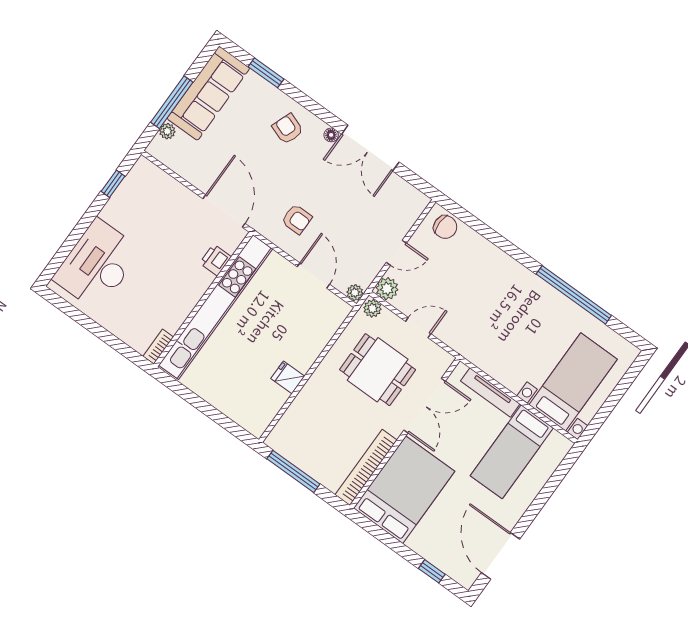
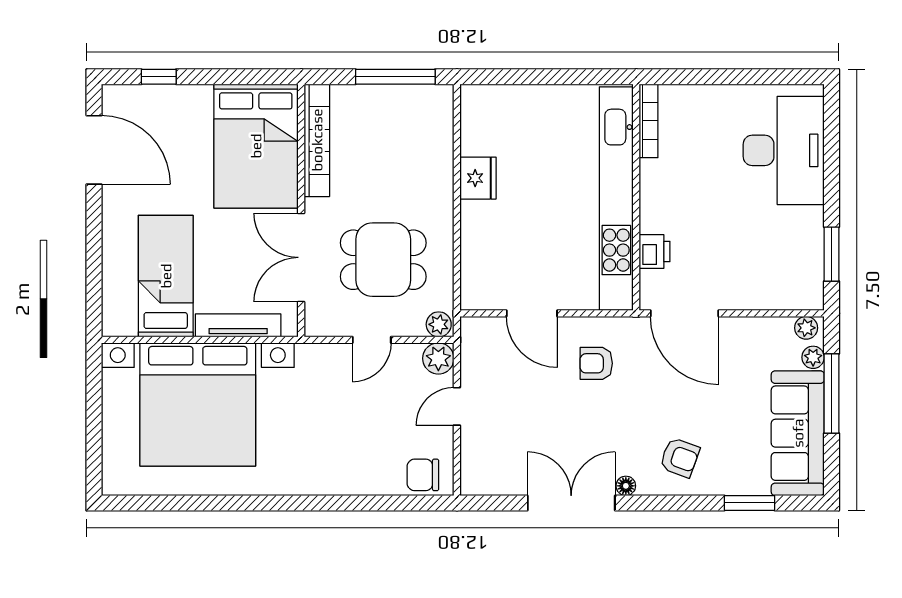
window: (113, 184) -> (832, 254), width x1.50
plant: (355, 293) -> (806, 328), moved
window: (574, 295) -> (223, 503), removed
bookcase: (158, 347) -> (649, 121), width x1.56
fridge: (288, 377) -> (478, 178), width x1.38
bed with nightstands: (573, 382) -> (198, 404), width x1.85

